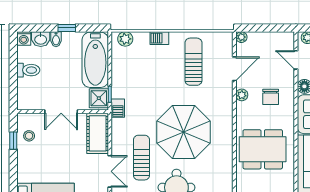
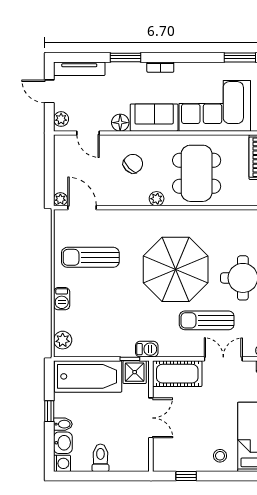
door: (296, 60) -> (88, 133), hinge flipped
door: (234, 69) -> (82, 208), moved
plant: (242, 95) -> (157, 199), moved
chair: (271, 97) -> (133, 164), turned -45
stool: (29, 136) -> (220, 456), moved

